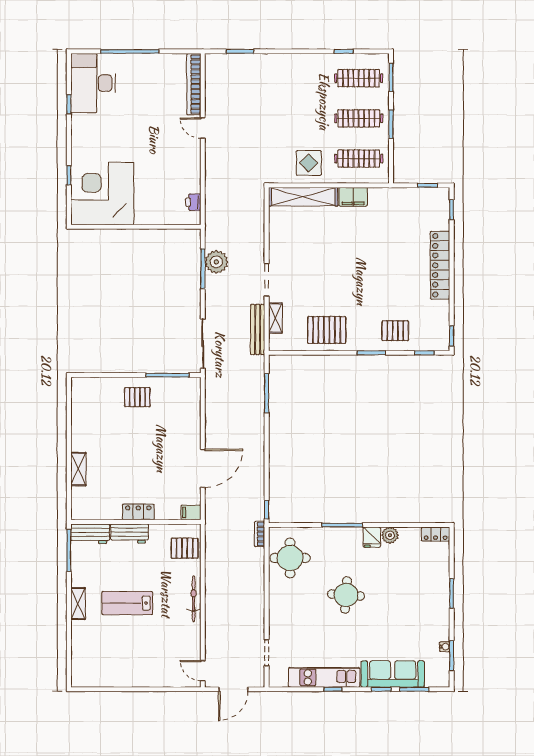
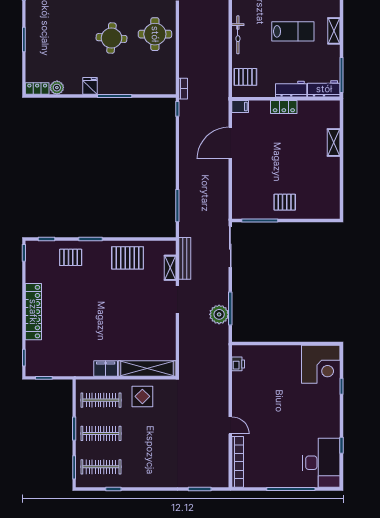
corner desk: (102, 193) -> (321, 364), width x0.74, depth x0.74
plant: (390, 535) -> (57, 88), moved
round table: (290, 558) -> (155, 34), moved

